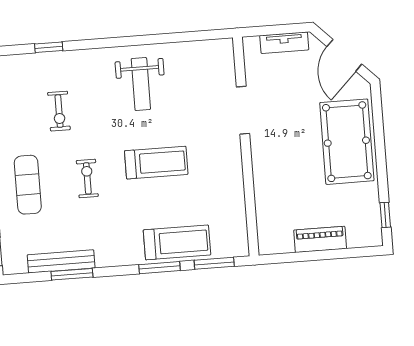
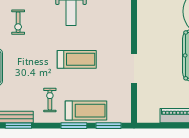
doorway: (243, 110) -> (134, 68), moved
exercise bike: (87, 178) -> (50, 100), moved

